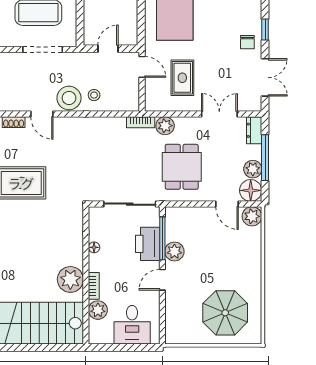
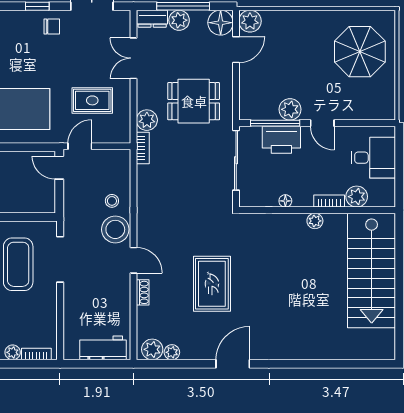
door: (108, 49) -> (59, 168), moved
door: (42, 114) -> (134, 260), hinge flipped
plant: (253, 169) -> (179, 20), moved
plant: (70, 279) -> (315, 221), width x0.53, depth x0.53

